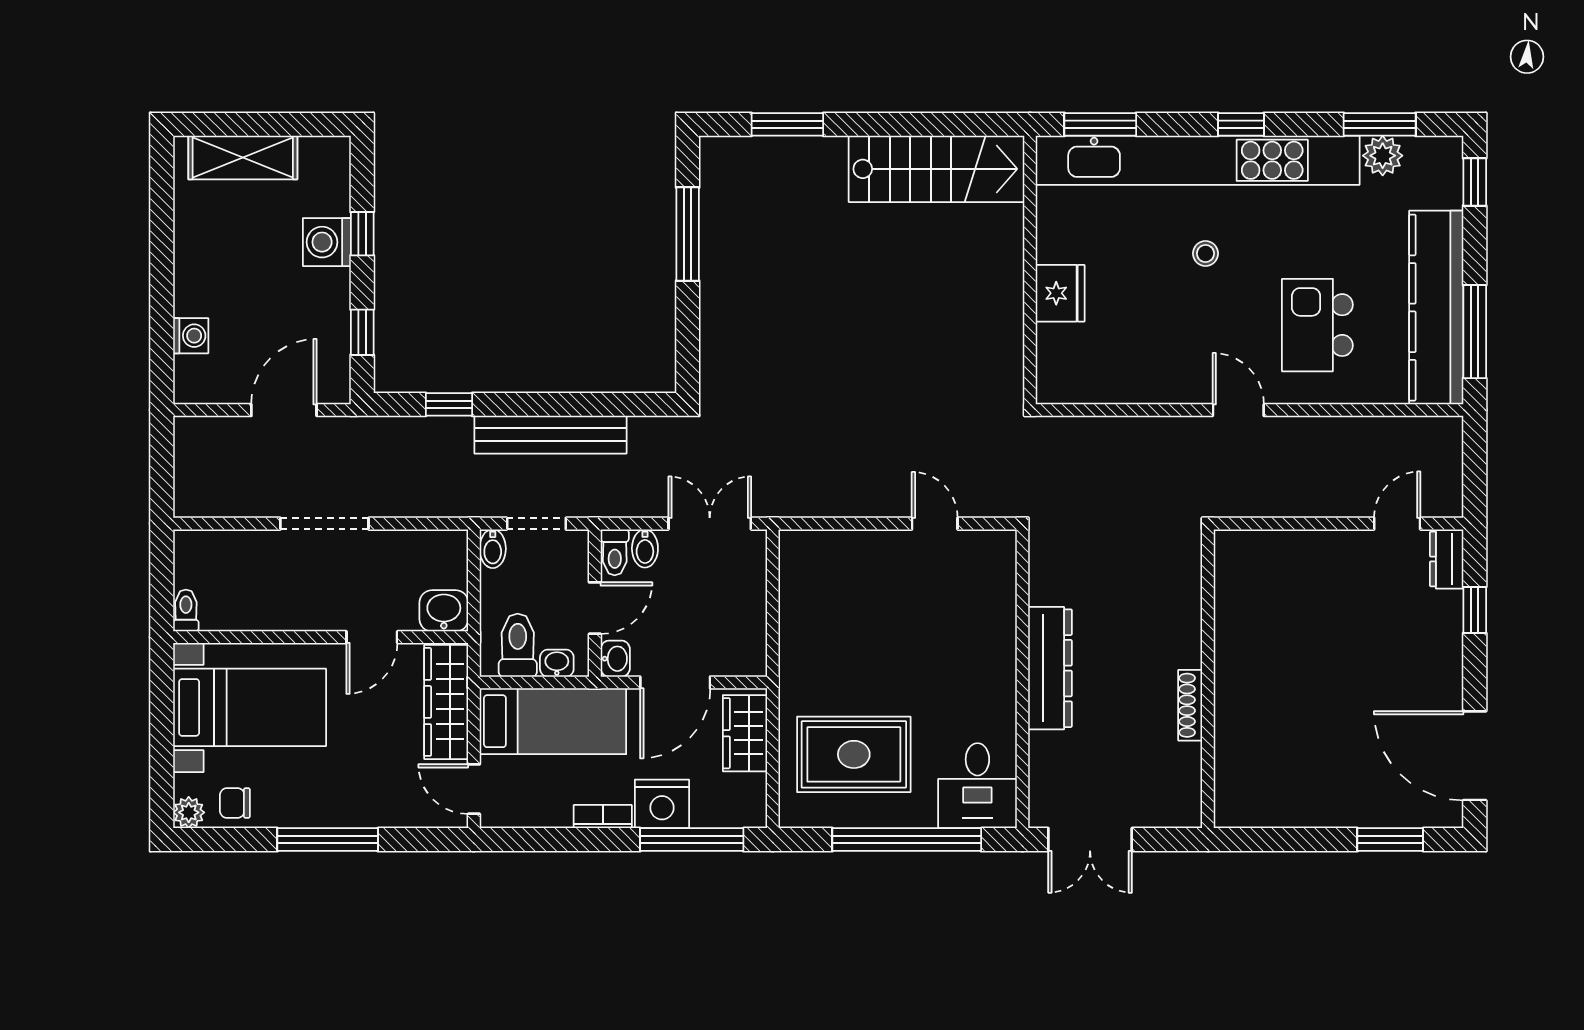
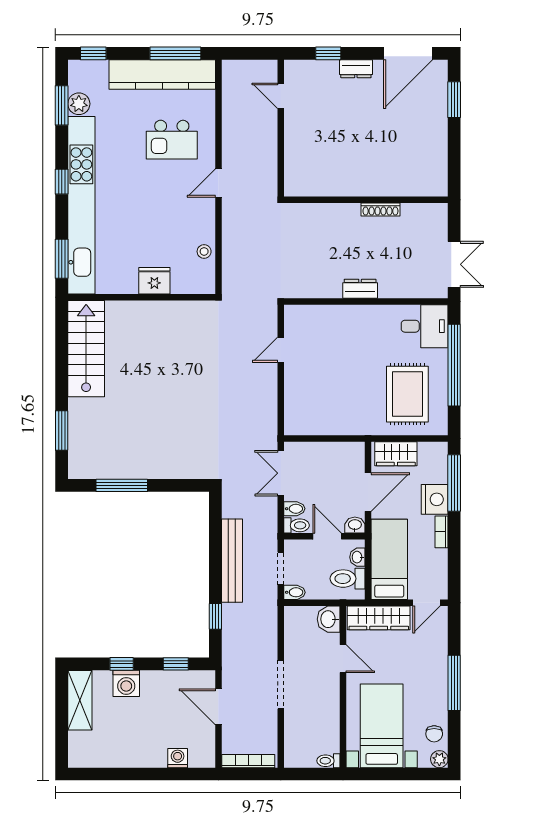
shelving: (243, 158) -> (80, 700), moved
stool: (1205, 253) -> (204, 251), moved
bookcase: (185, 464) -> (248, 761), added
dresser: (1447, 559) -> (356, 69), moved
dresser: (1050, 668) -> (360, 289), width x0.51, depth x0.80
door: (675, 683) -> (368, 492), hinge flipped

